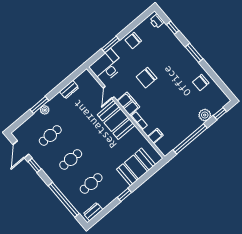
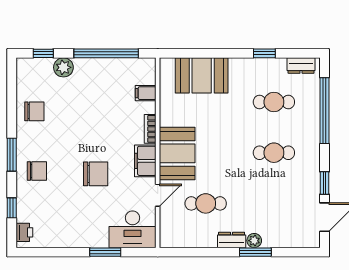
chair: (133, 40) -> (37, 171), moved
dresser: (69, 90) -> (232, 240), moved
cafe table: (50, 135) -> (206, 203), moved
window: (124, 195) -> (264, 53), moved

